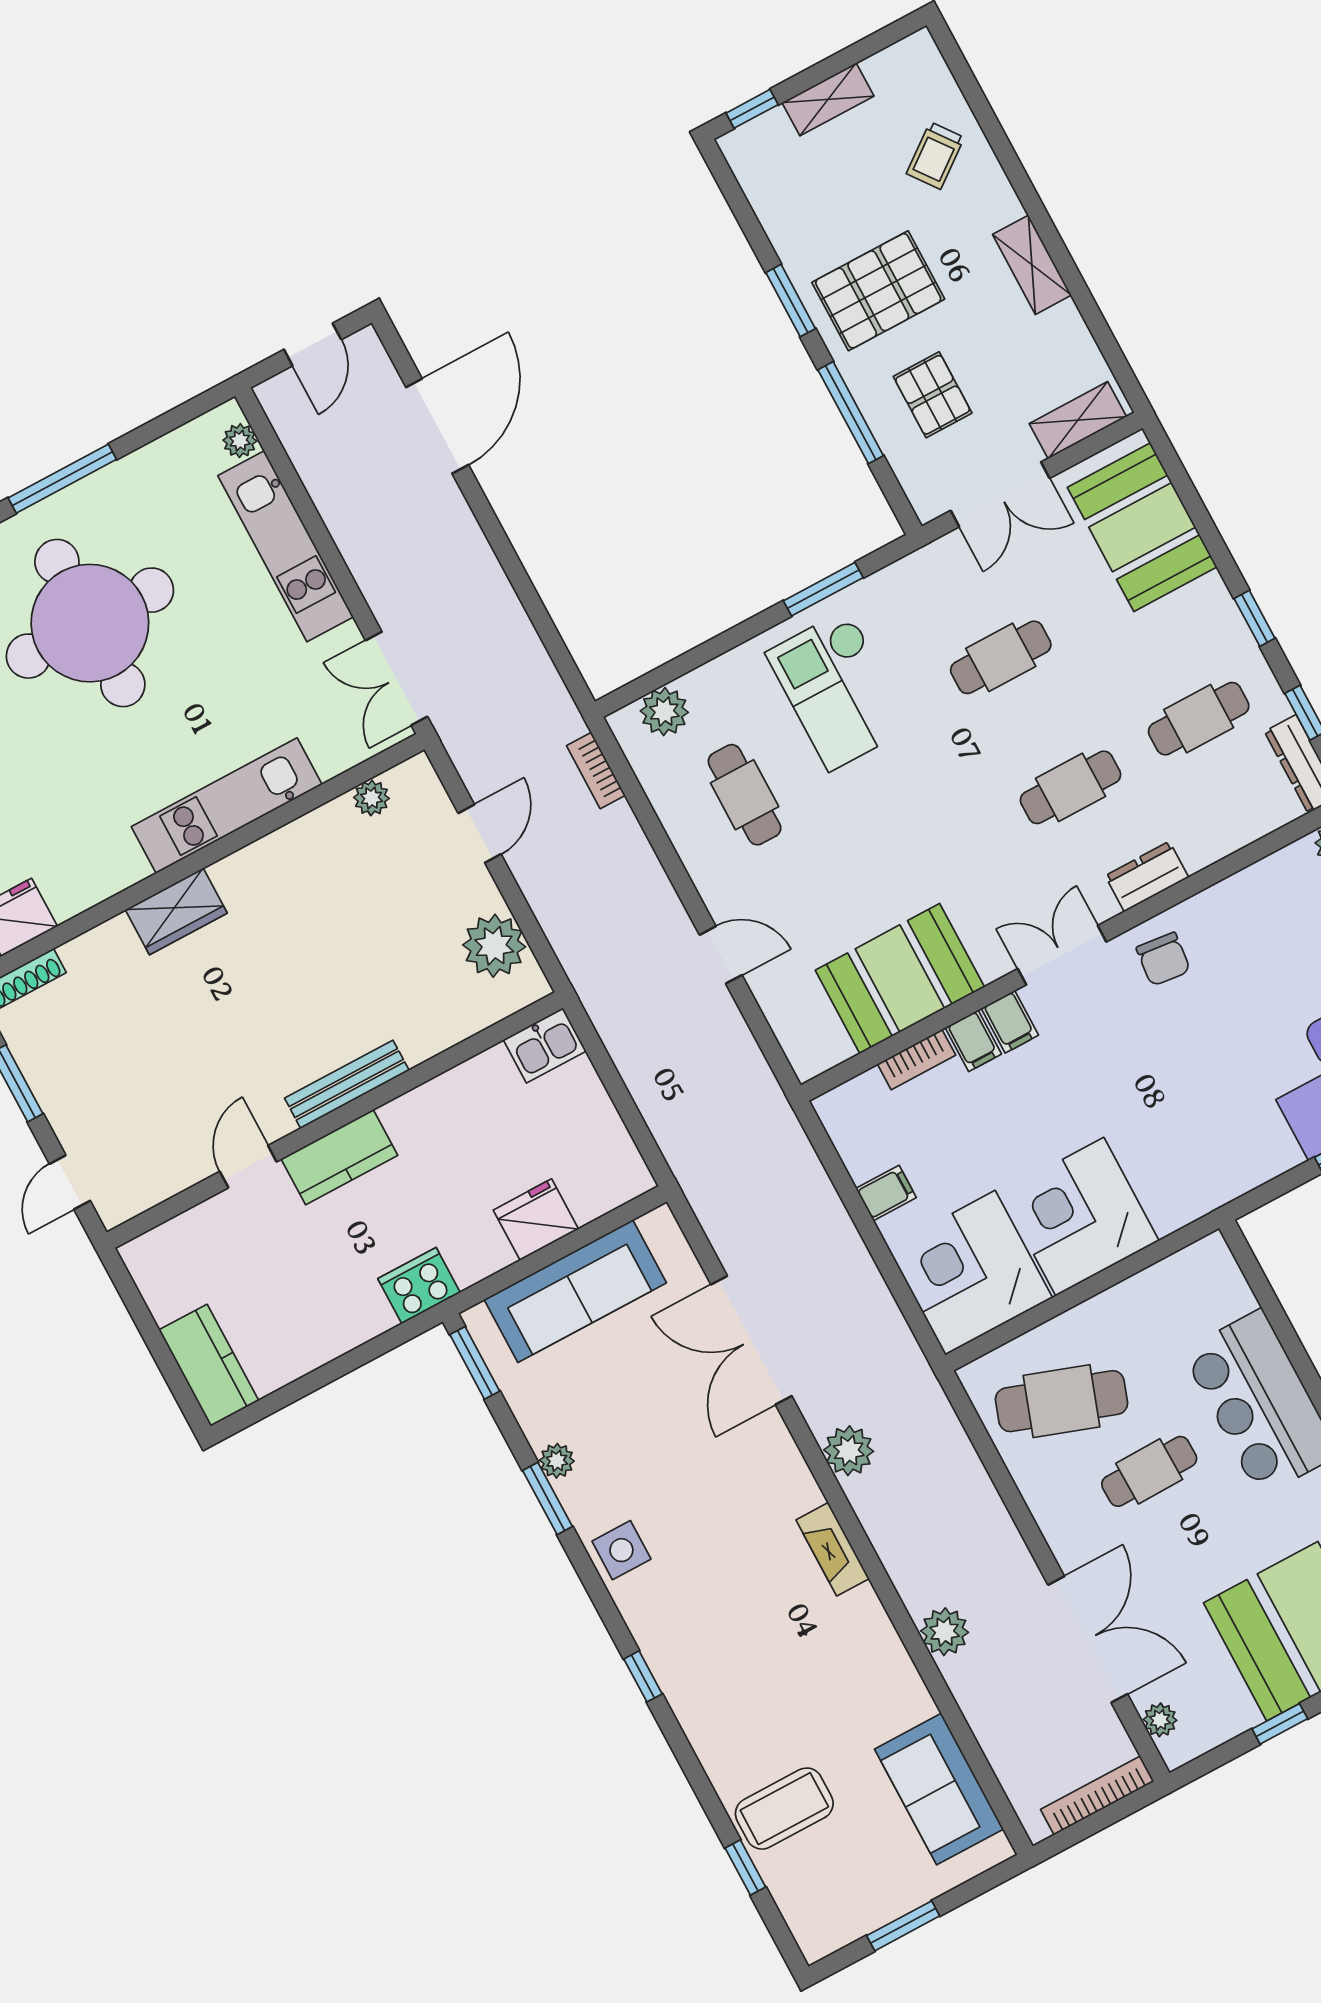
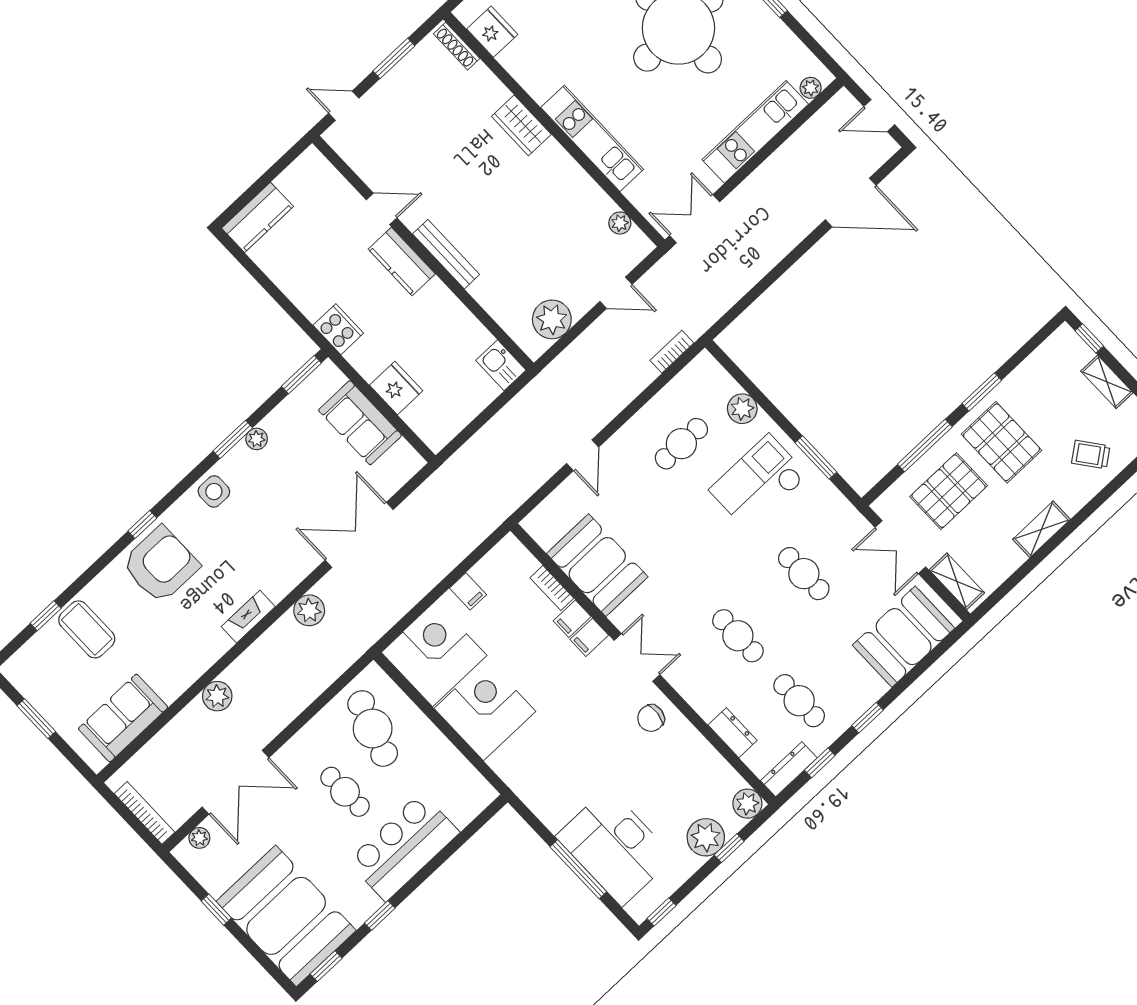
pallet: (933, 395) -> (949, 491), width x1.50, depth x1.42
plant: (664, 712) -> (742, 409), moved
dresser: (1147, 877) -> (733, 733), moved
sofa: (575, 1291) -> (360, 423), width x0.73
armchair: (714, 1665) -> (161, 565), added

